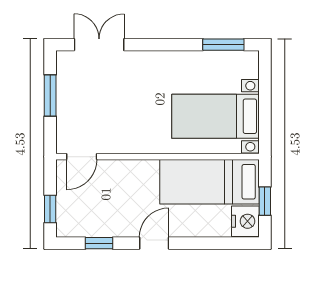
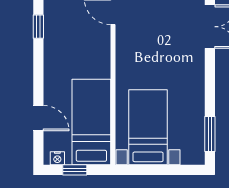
nightstand: (245, 221) -> (57, 158), width x0.53, depth x0.56
door: (154, 243) -> (38, 118), moved

